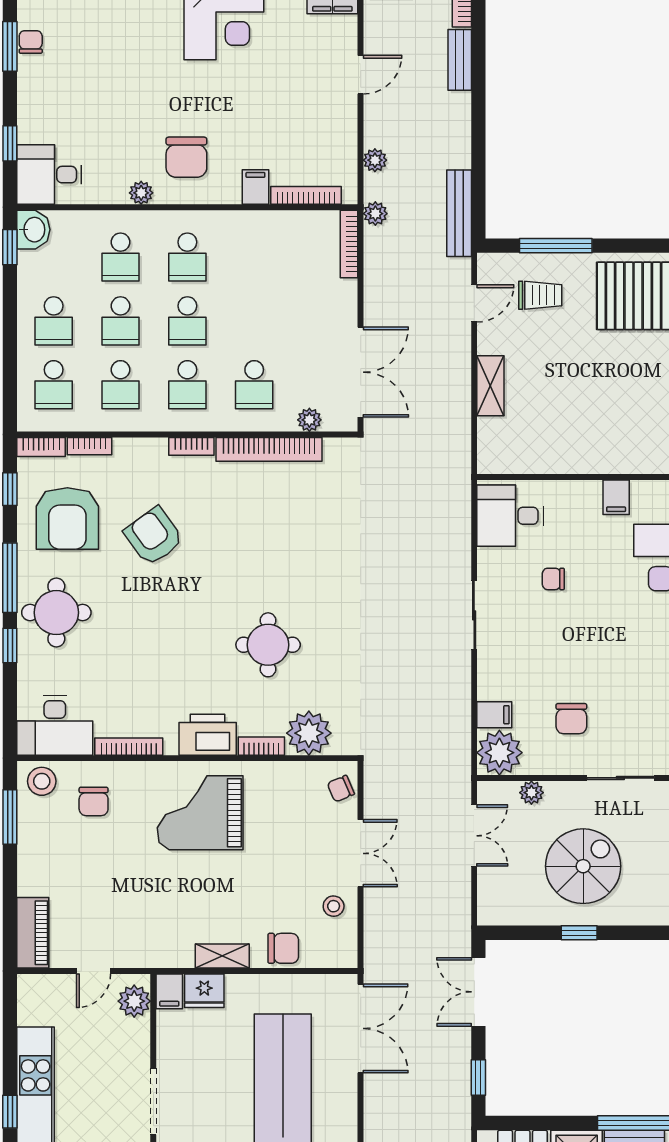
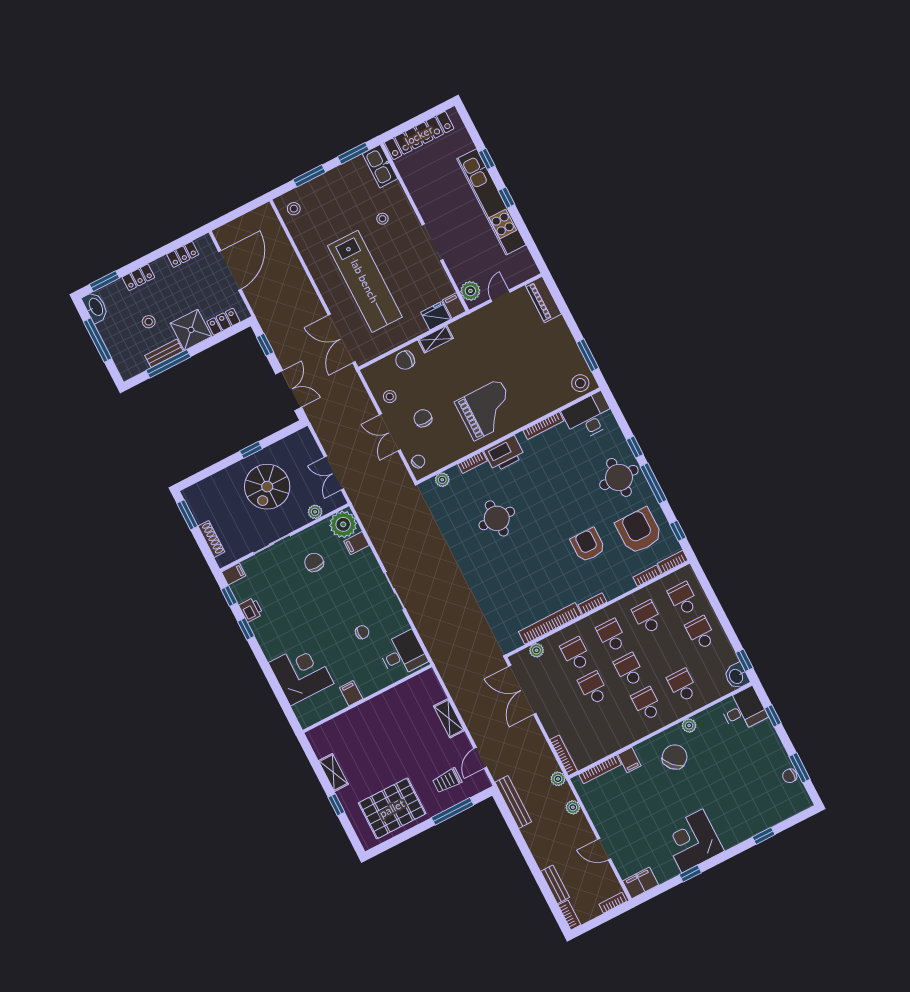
chair: (31, 42) -> (790, 776), turned 90
door: (361, 75) -> (604, 849), hinge flipped
chair: (186, 157) -> (675, 757), turned 46
school desk: (120, 321) -> (593, 688), moved
armchair: (154, 536) -> (588, 545), turned -144
plant: (309, 733) -> (442, 480), width x0.53, depth x0.53
chair: (94, 801) -> (423, 418), moved

